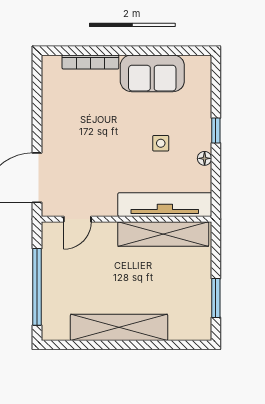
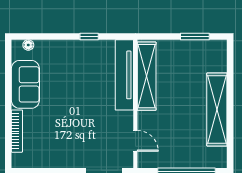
window: (216, 130) -> (89, 36), moved
side table: (161, 143) -> (78, 78), removed
floor lamp: (205, 158) -> (28, 45), moved

